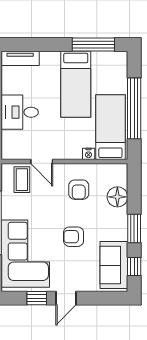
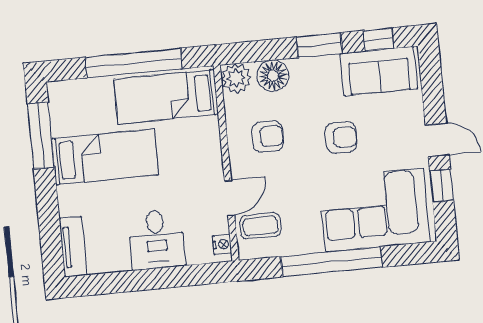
nightstand: (89, 154) -> (222, 244), moved
plant: (118, 173) -> (236, 78), added
armchair: (74, 237) -> (341, 138), turned -90

